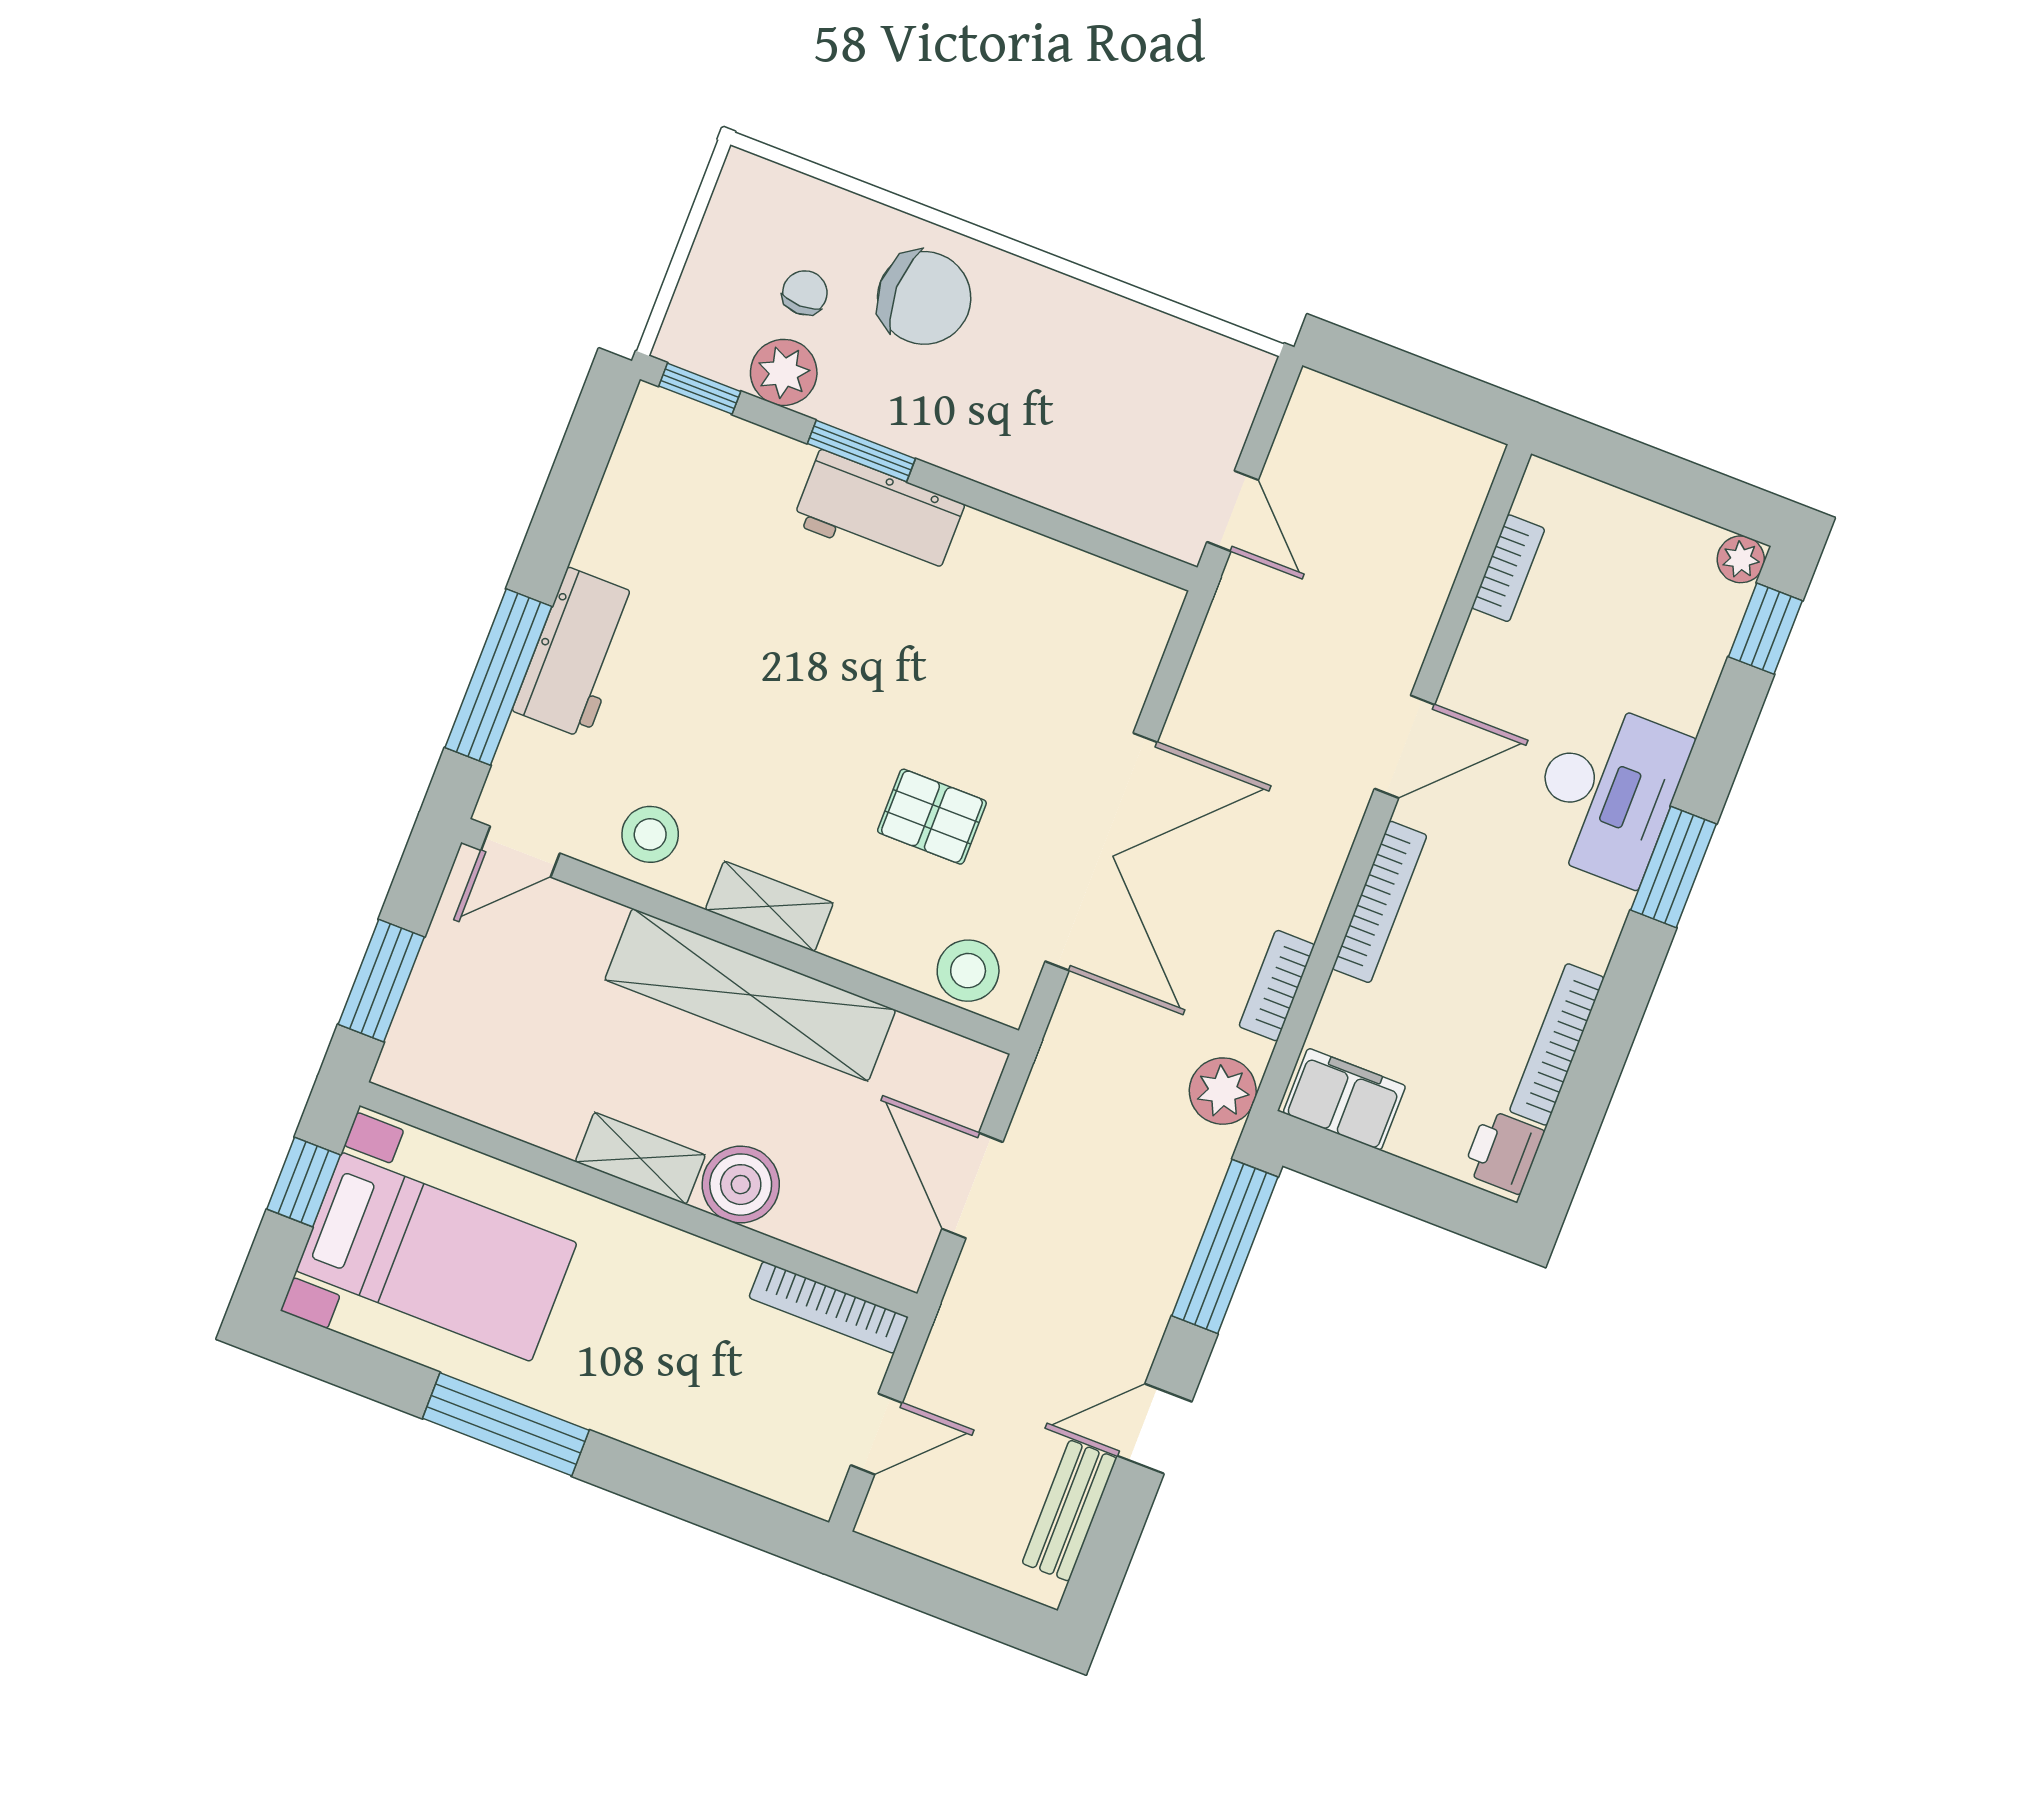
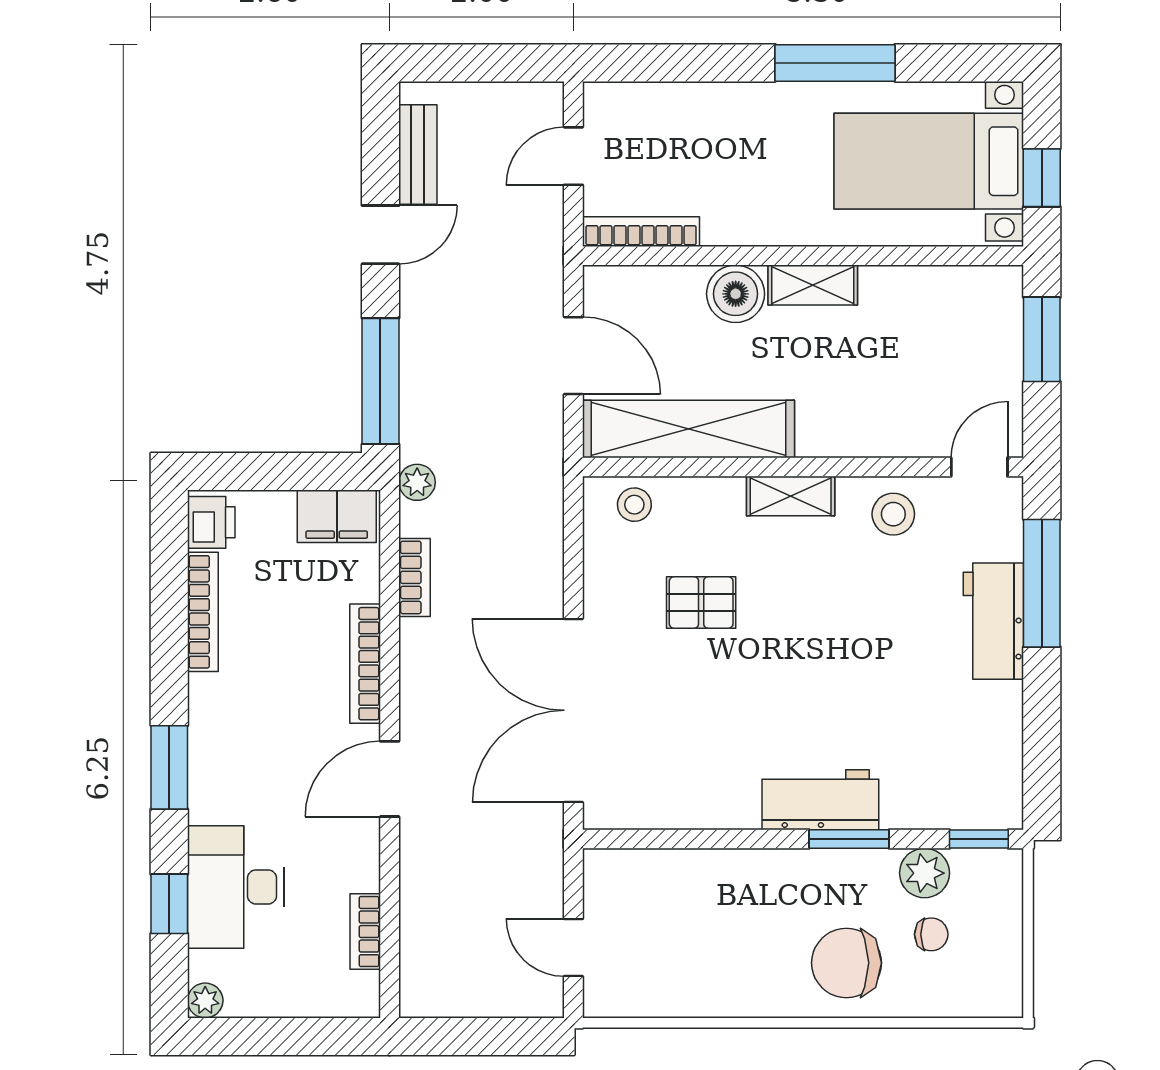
chair: (805, 293) -> (931, 934), turned -90
door: (1233, 511) -> (573, 948), moved
window: (1765, 629) -> (169, 904), moved
desk: (1607, 792) -> (236, 887), moved
double door: (1101, 852) -> (573, 710), moved
stool: (968, 971) -> (634, 505), width x0.73, depth x0.73
shelving: (750, 995) -> (688, 429), moved
plant: (1223, 1091) -> (417, 482), width x0.73, depth x0.73

